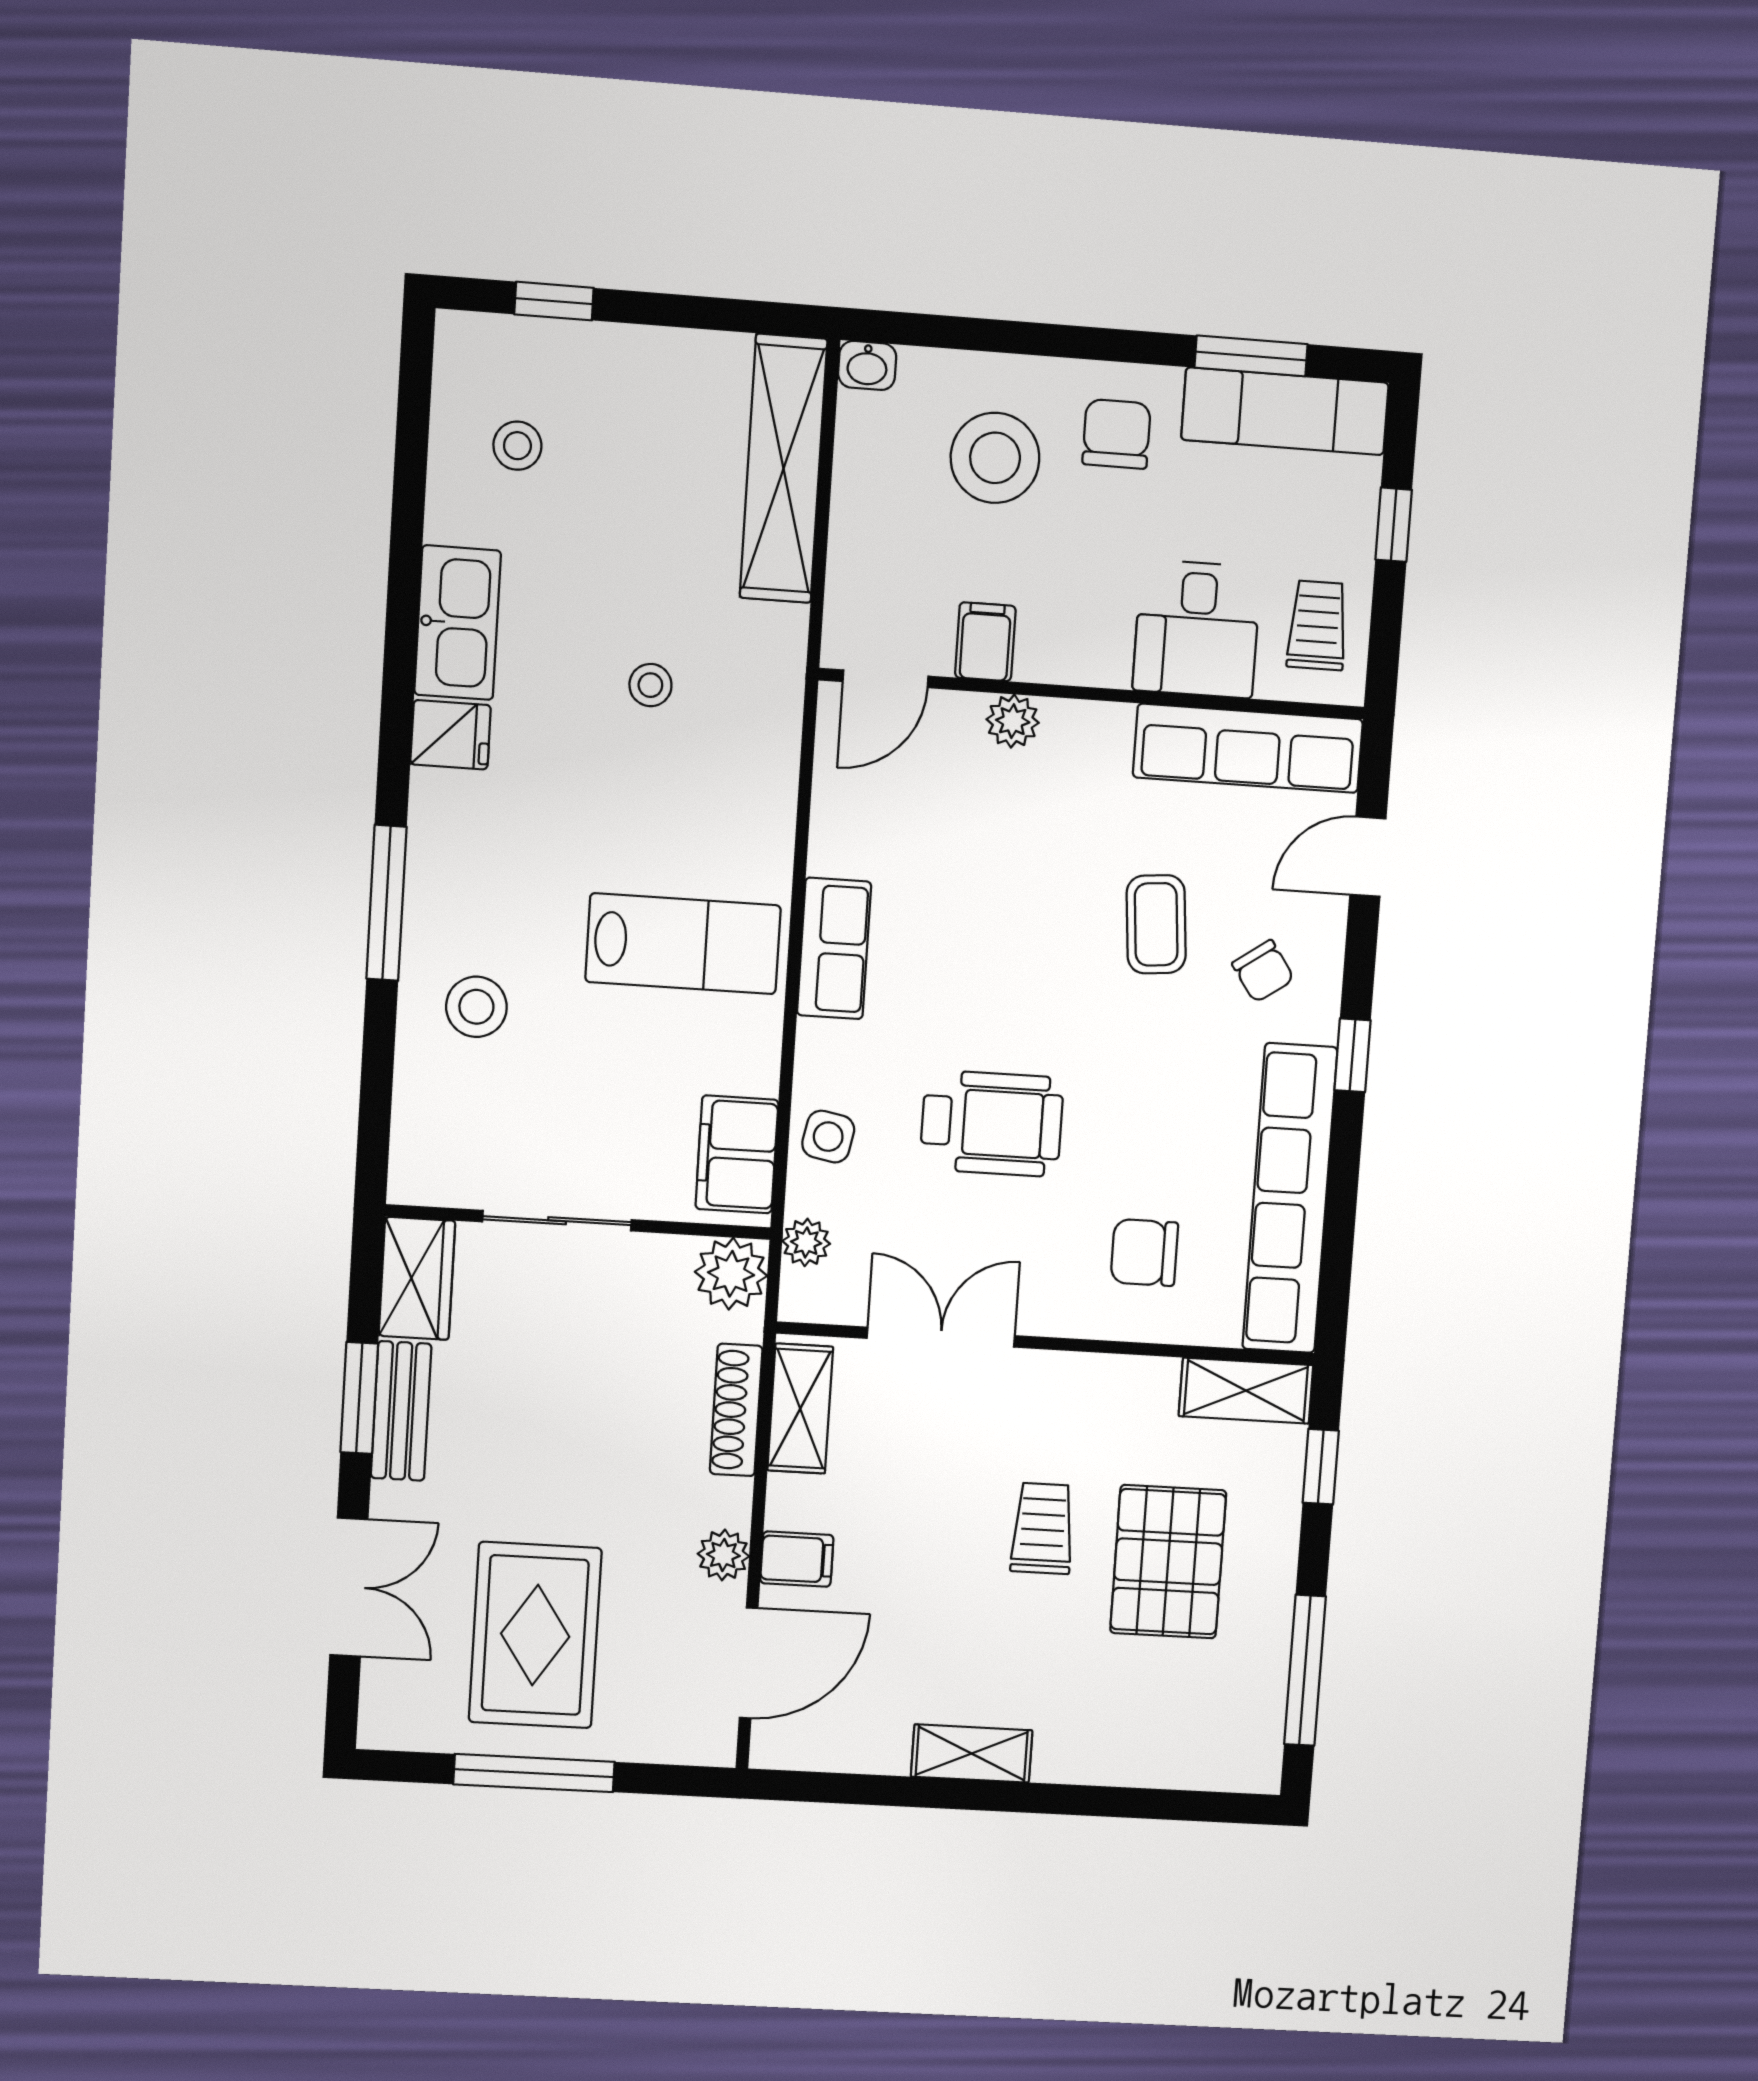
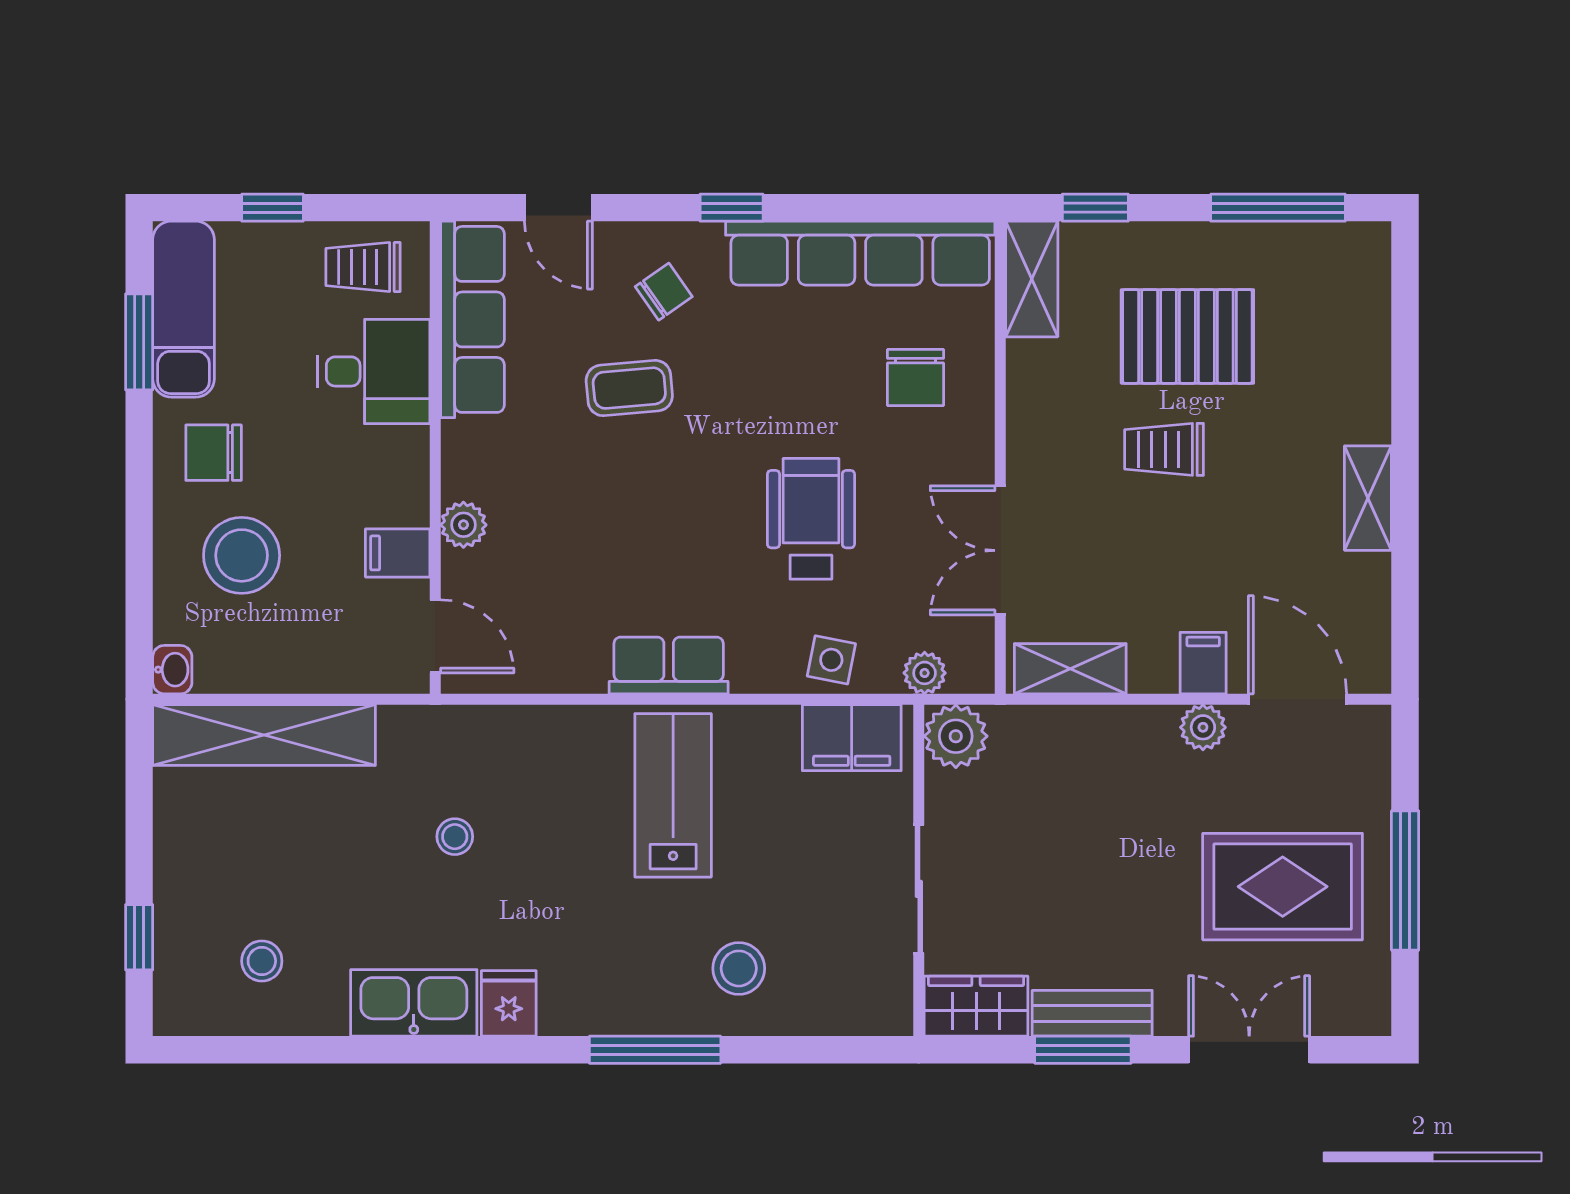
shoe rack: (736, 1410) -> (1075, 724), removed

